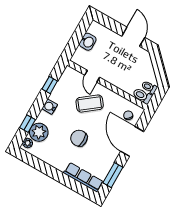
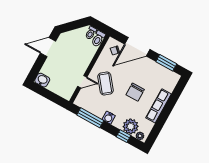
washbasin: (88, 42) -> (42, 80), moved
window: (50, 85) -> (90, 118), width x2.17
row of seats: (83, 177) -> (159, 106), moved

